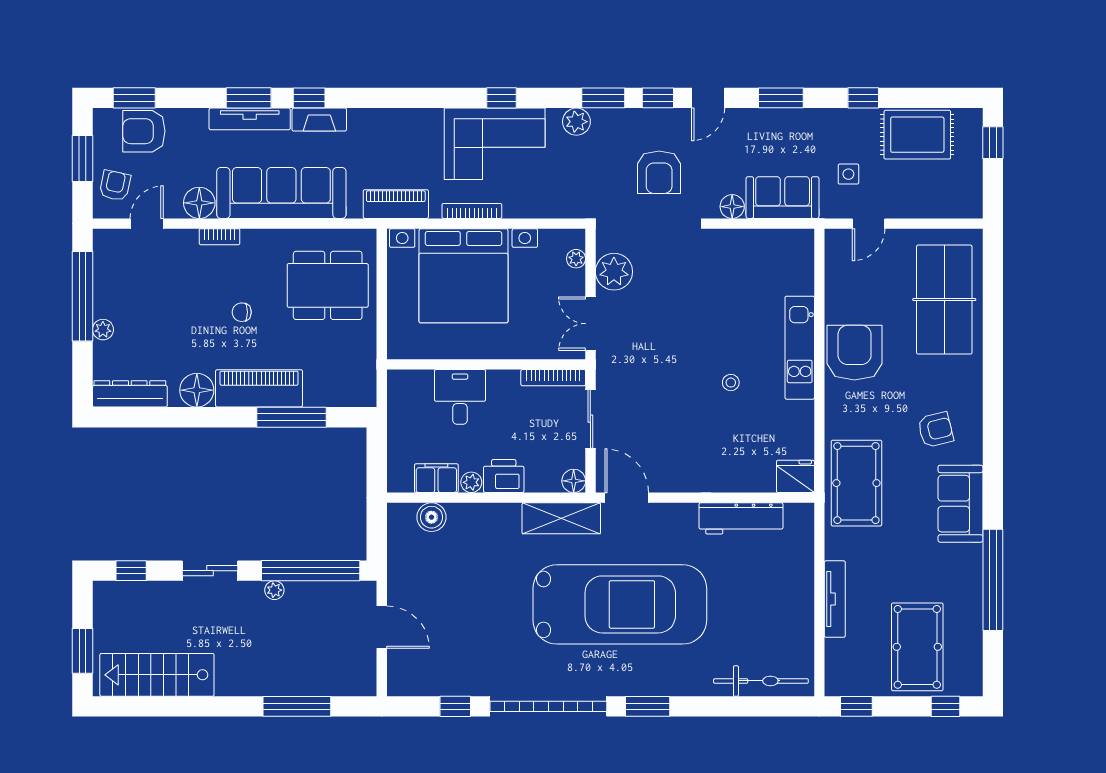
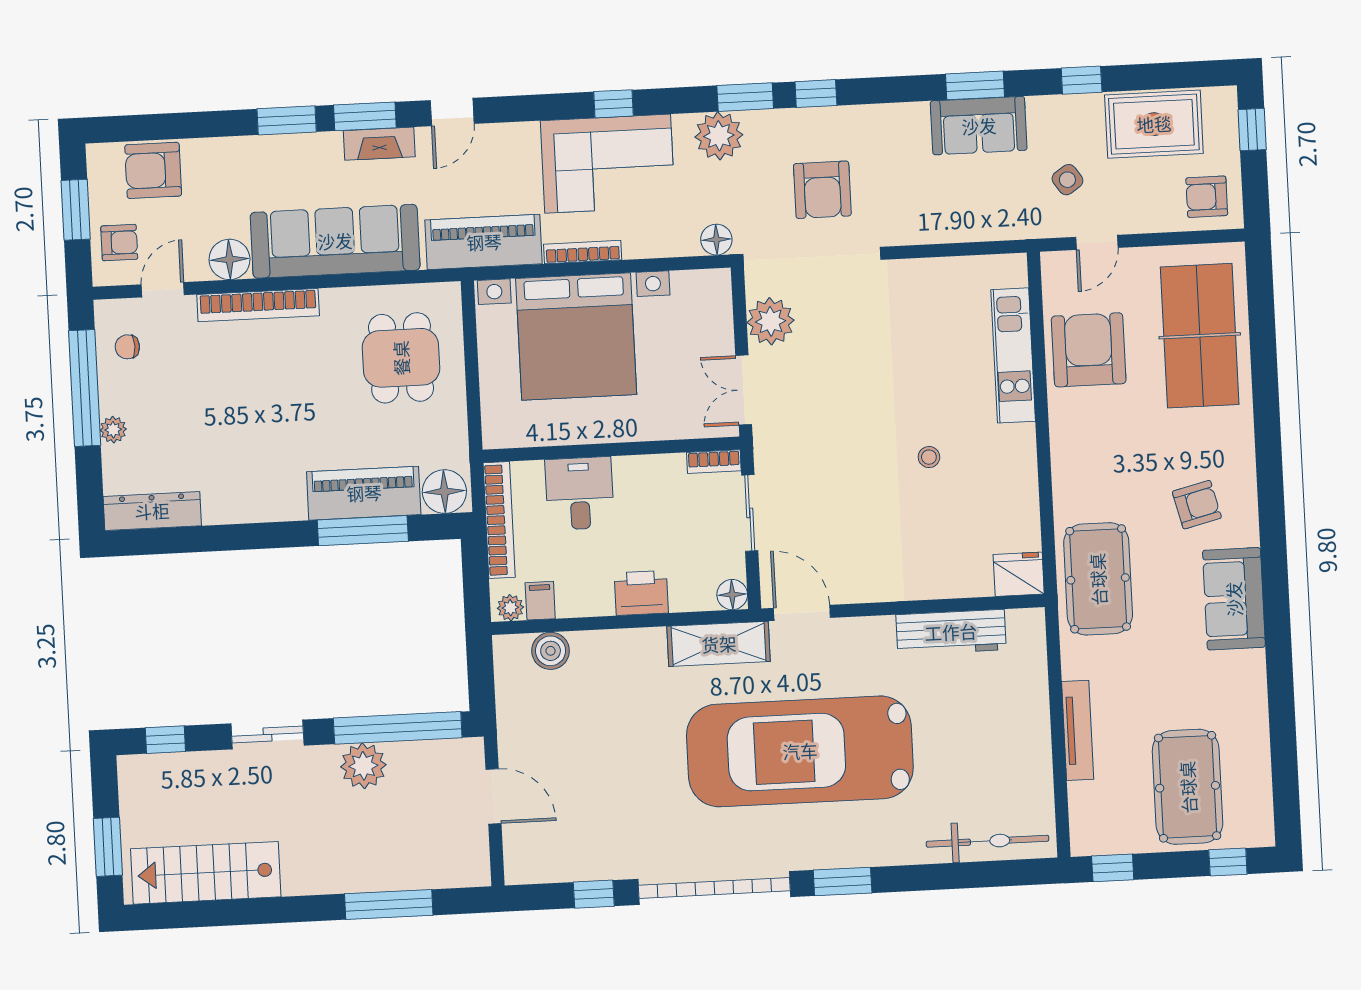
window: (134, 98) -> (138, 128), removed
window: (309, 98) -> (365, 116), width x1.50
door: (708, 98) -> (452, 112), moved
tv unit: (250, 119) -> (289, 147), removed
plant: (576, 122) -> (719, 136), width x1.36, depth x1.36
side table: (848, 174) -> (1067, 180), turned -34
armchair: (115, 186) -> (119, 243), turned 78
armchair: (955, 193) -> (1207, 197), added
sofa: (783, 198) -> (979, 126), moved, turned 180
piano: (396, 204) -> (484, 242), width x1.37, depth x1.33
floor lamp: (732, 207) -> (716, 240), moved
bookcase: (220, 237) -> (258, 305), width x2.31, depth x1.31
plant: (576, 259) -> (721, 307), removed
dining table: (328, 285) -> (401, 358), width x0.73
chair: (242, 312) -> (127, 347), moved
kitchen unit: (800, 348) -> (1013, 355), moved
armchair: (855, 353) -> (1089, 350), moved
bookcase: (553, 378) -> (714, 462), width x0.64
piano: (259, 388) -> (364, 493), moved
floor lamp: (197, 390) -> (444, 492), moved
bookcase: (397, 414) -> (499, 520), added
filing cabinet: (436, 478) -> (540, 601), width x0.50
plant: (471, 482) -> (510, 608), moved
window: (993, 580) -> (1281, 695), removed
plant: (274, 590) -> (363, 766), width x1.87, depth x1.87
car: (620, 604) -> (800, 751), turned 180

